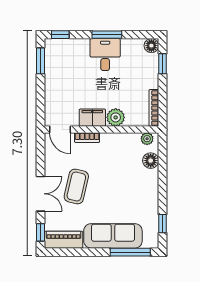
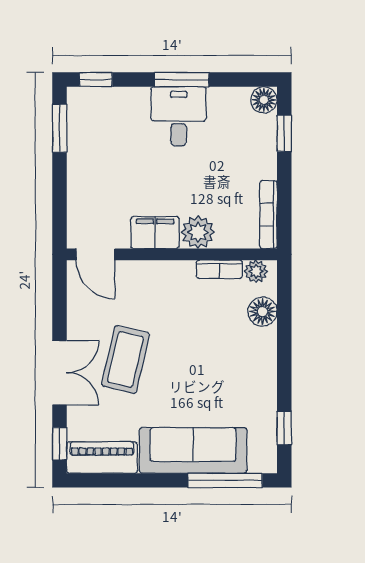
bookcase: (87, 138) -> (219, 269), moved

